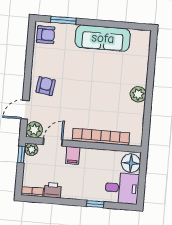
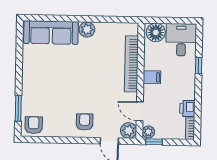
sofa: (103, 38) -> (51, 33), moved, turned 90
armchair: (46, 86) -> (85, 122), turned 82
filing cabinet: (73, 155) -> (152, 77), moved

